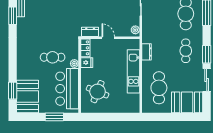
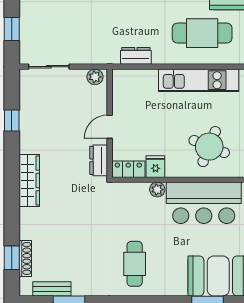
cafe table: (53, 57) -> (135, 264), moved
kitchen unit: (133, 71) -> (199, 80), moved

